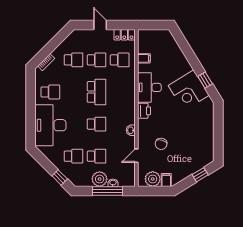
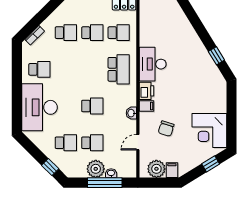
filing cabinet: (144, 58) -> (146, 106), moved
corner desk: (189, 90) -> (209, 131), moved, turned 31
school desk: (97, 92) -> (119, 69), moved

